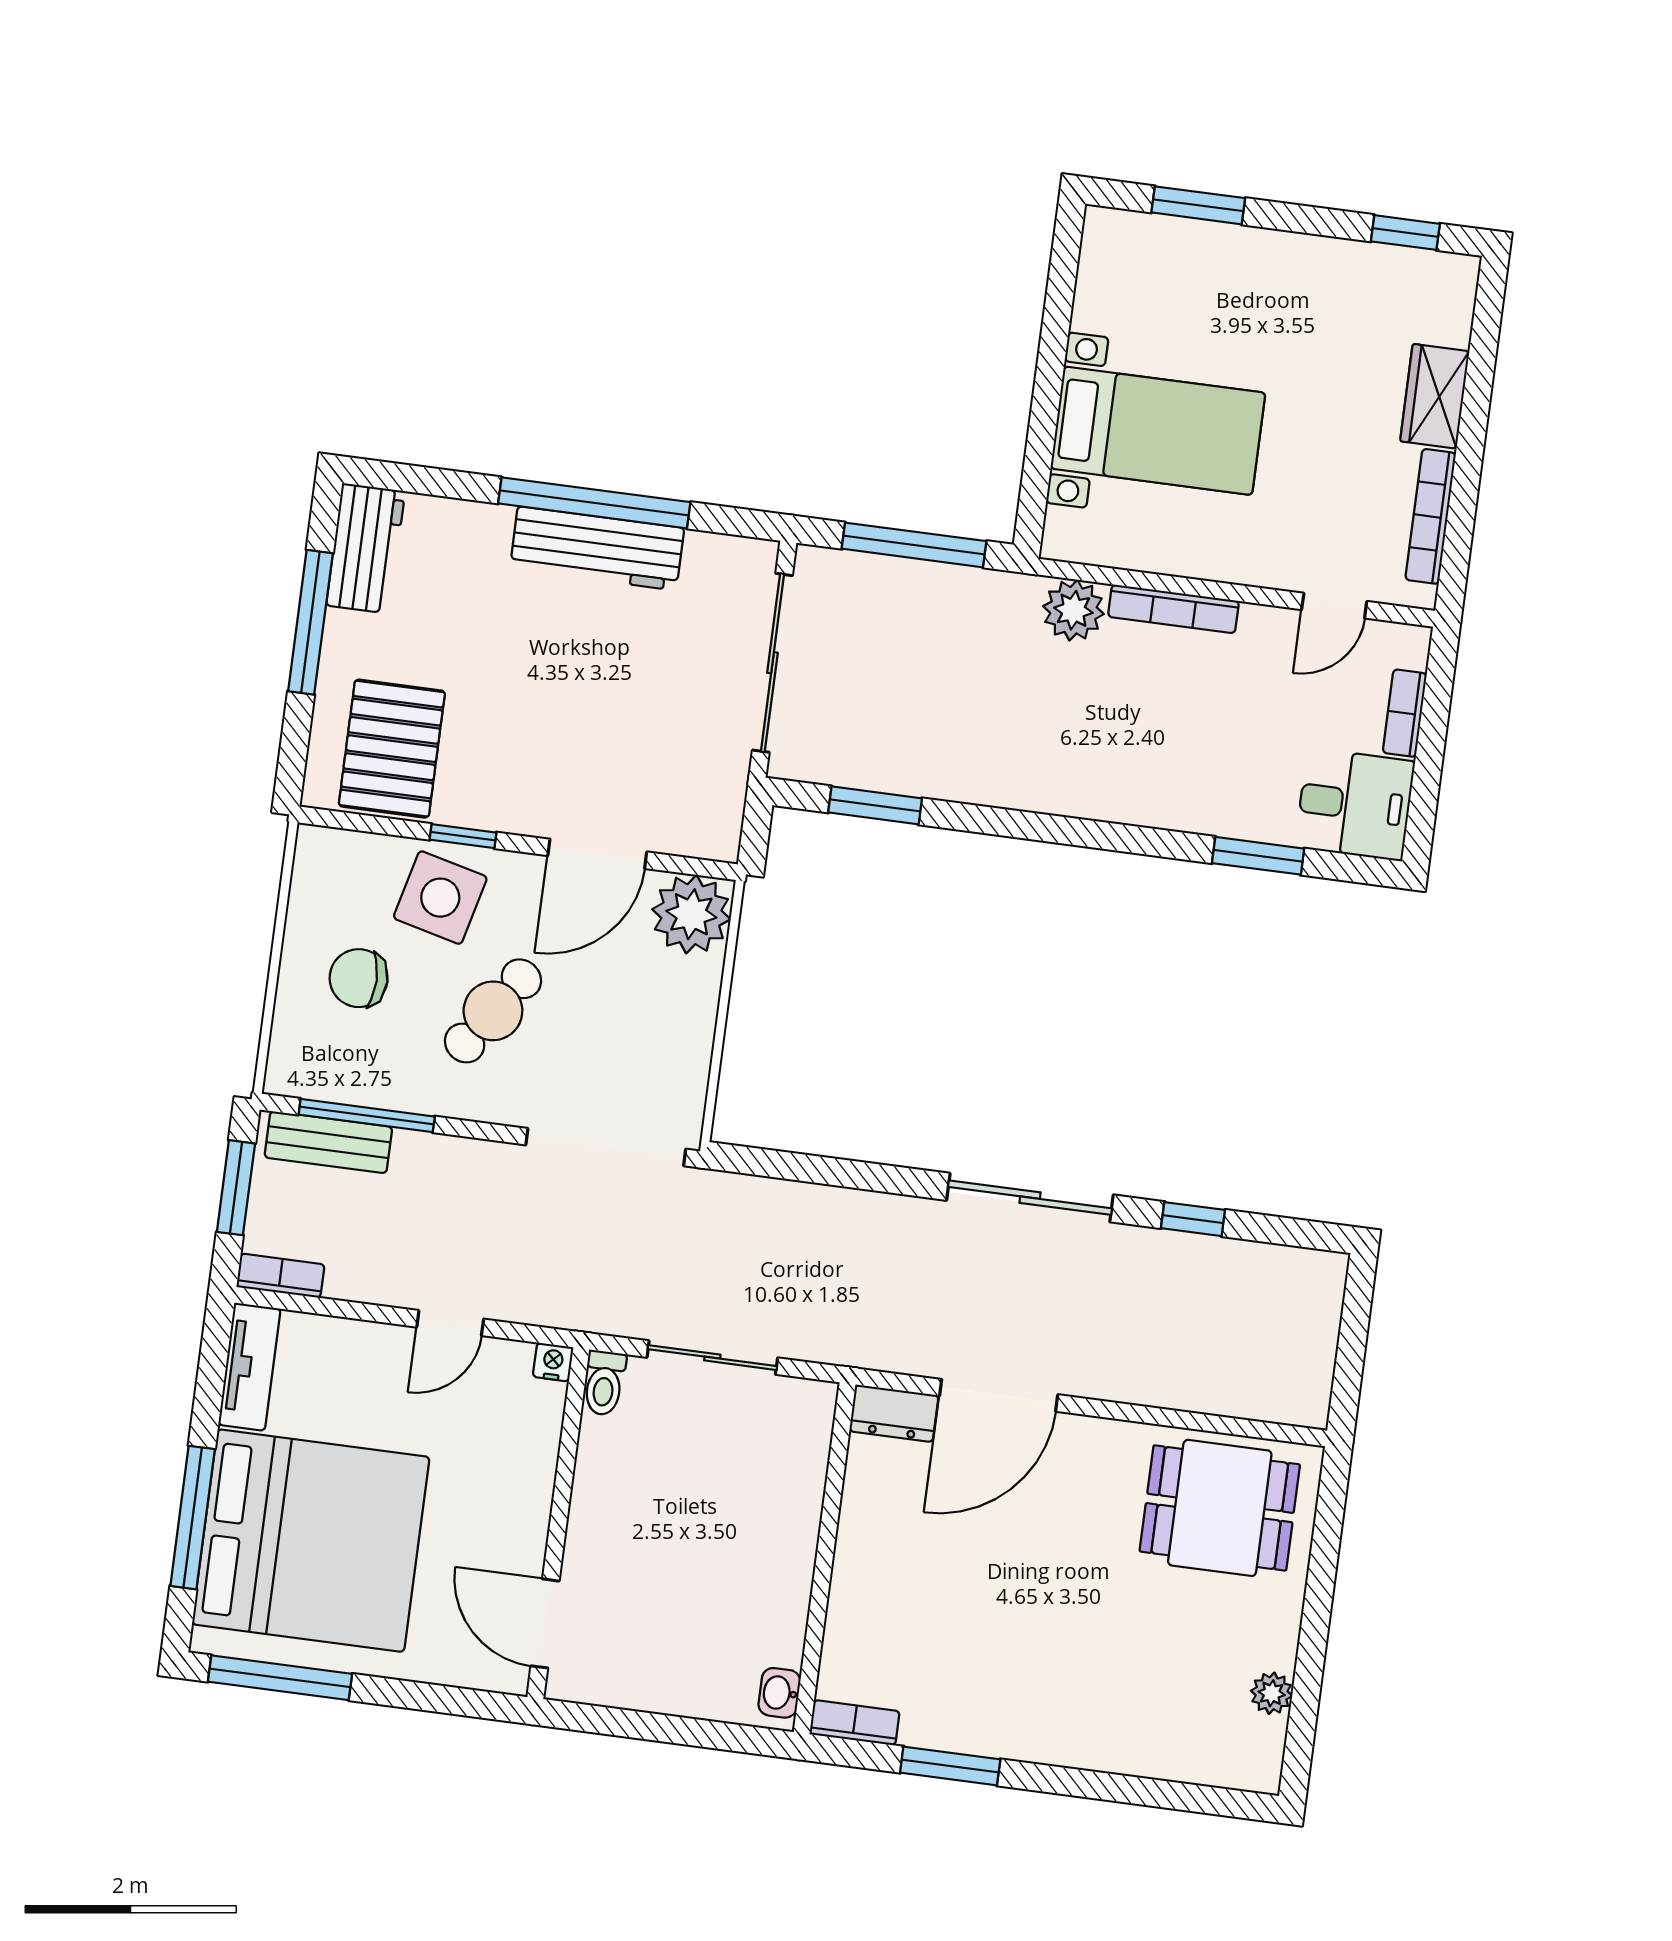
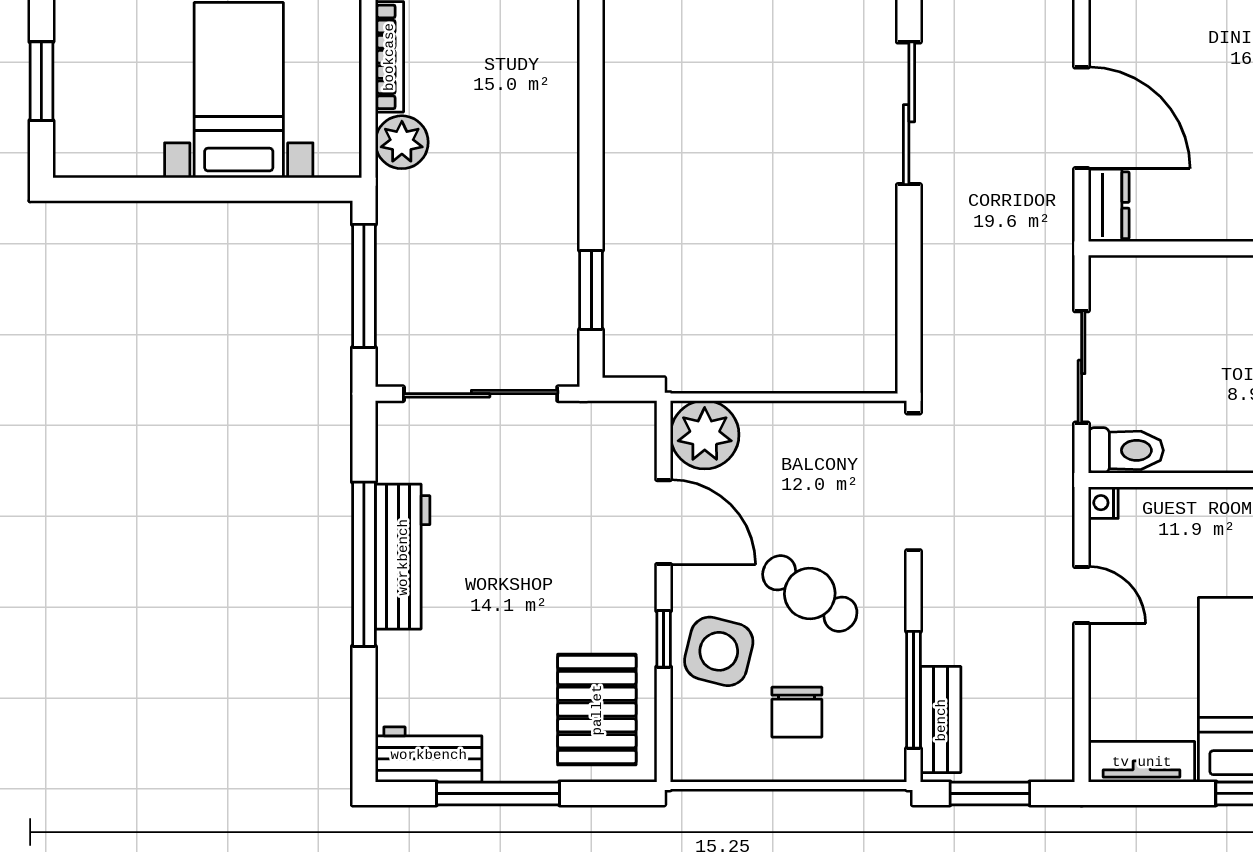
pallet: (392, 749) -> (597, 710), turned 90
bookcase: (280, 1276) -> (1060, 745), removed
toilet: (604, 1383) -> (1126, 450), width x1.37, depth x1.39

